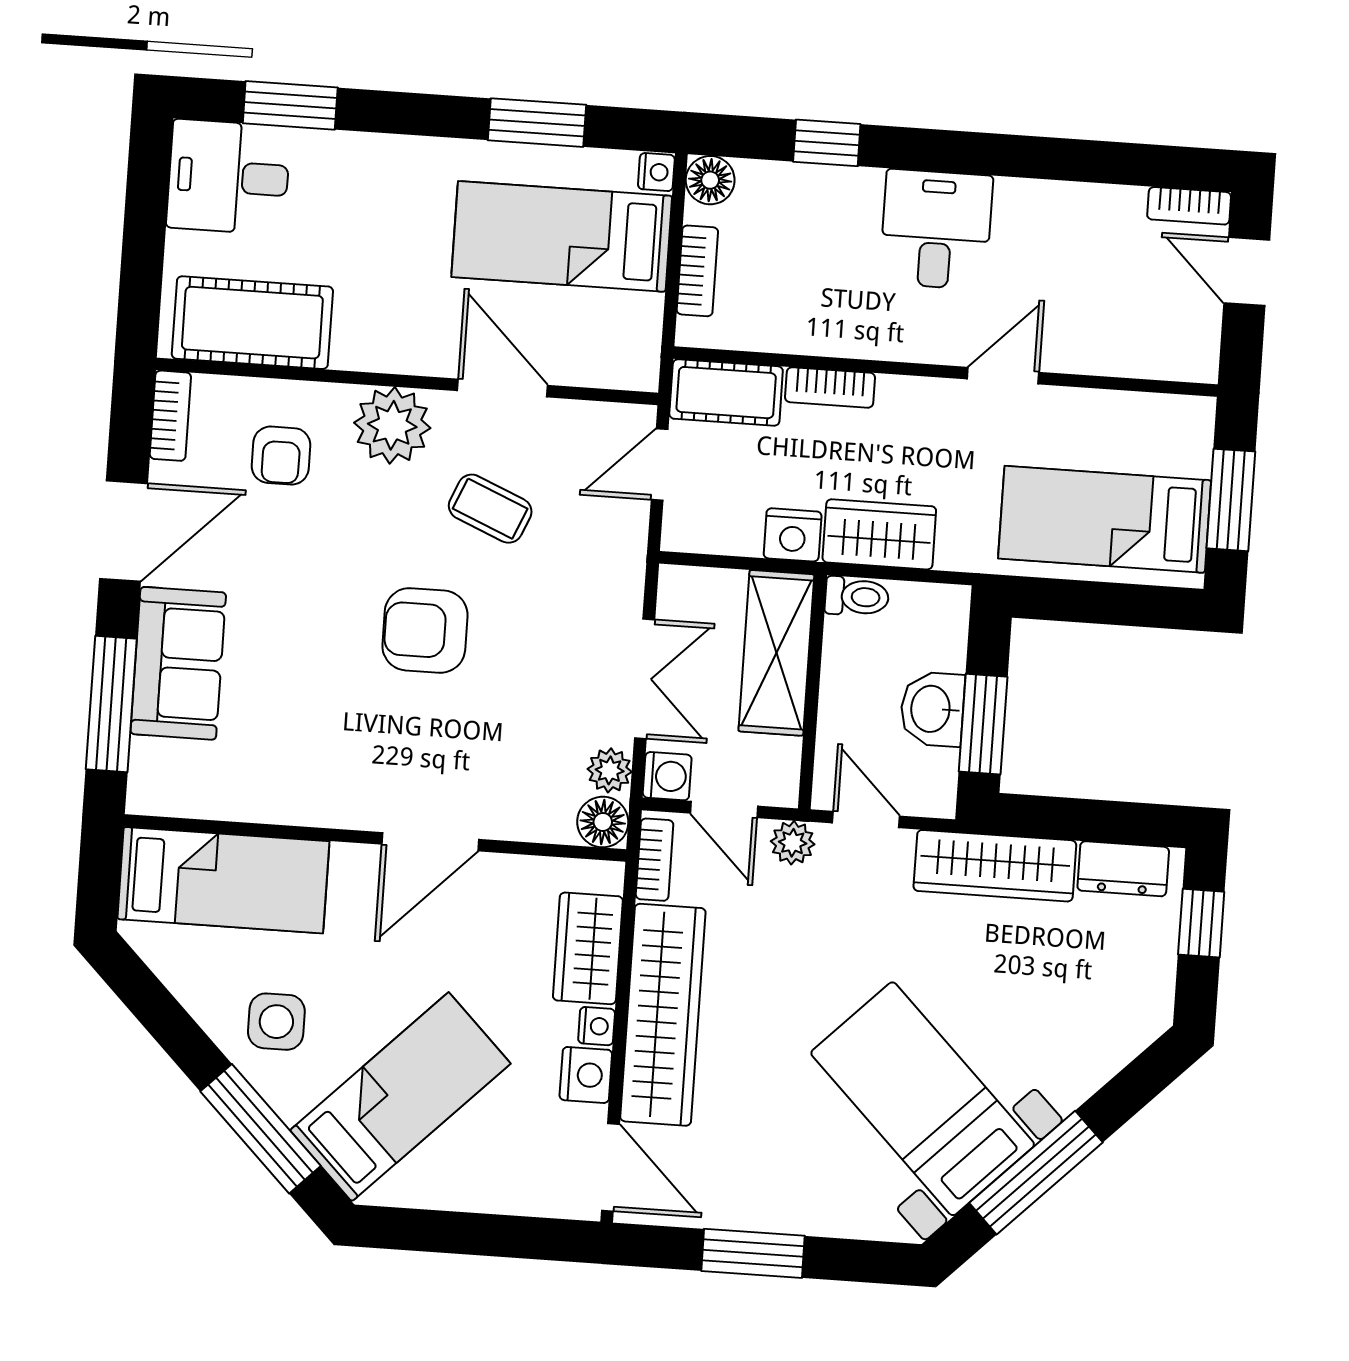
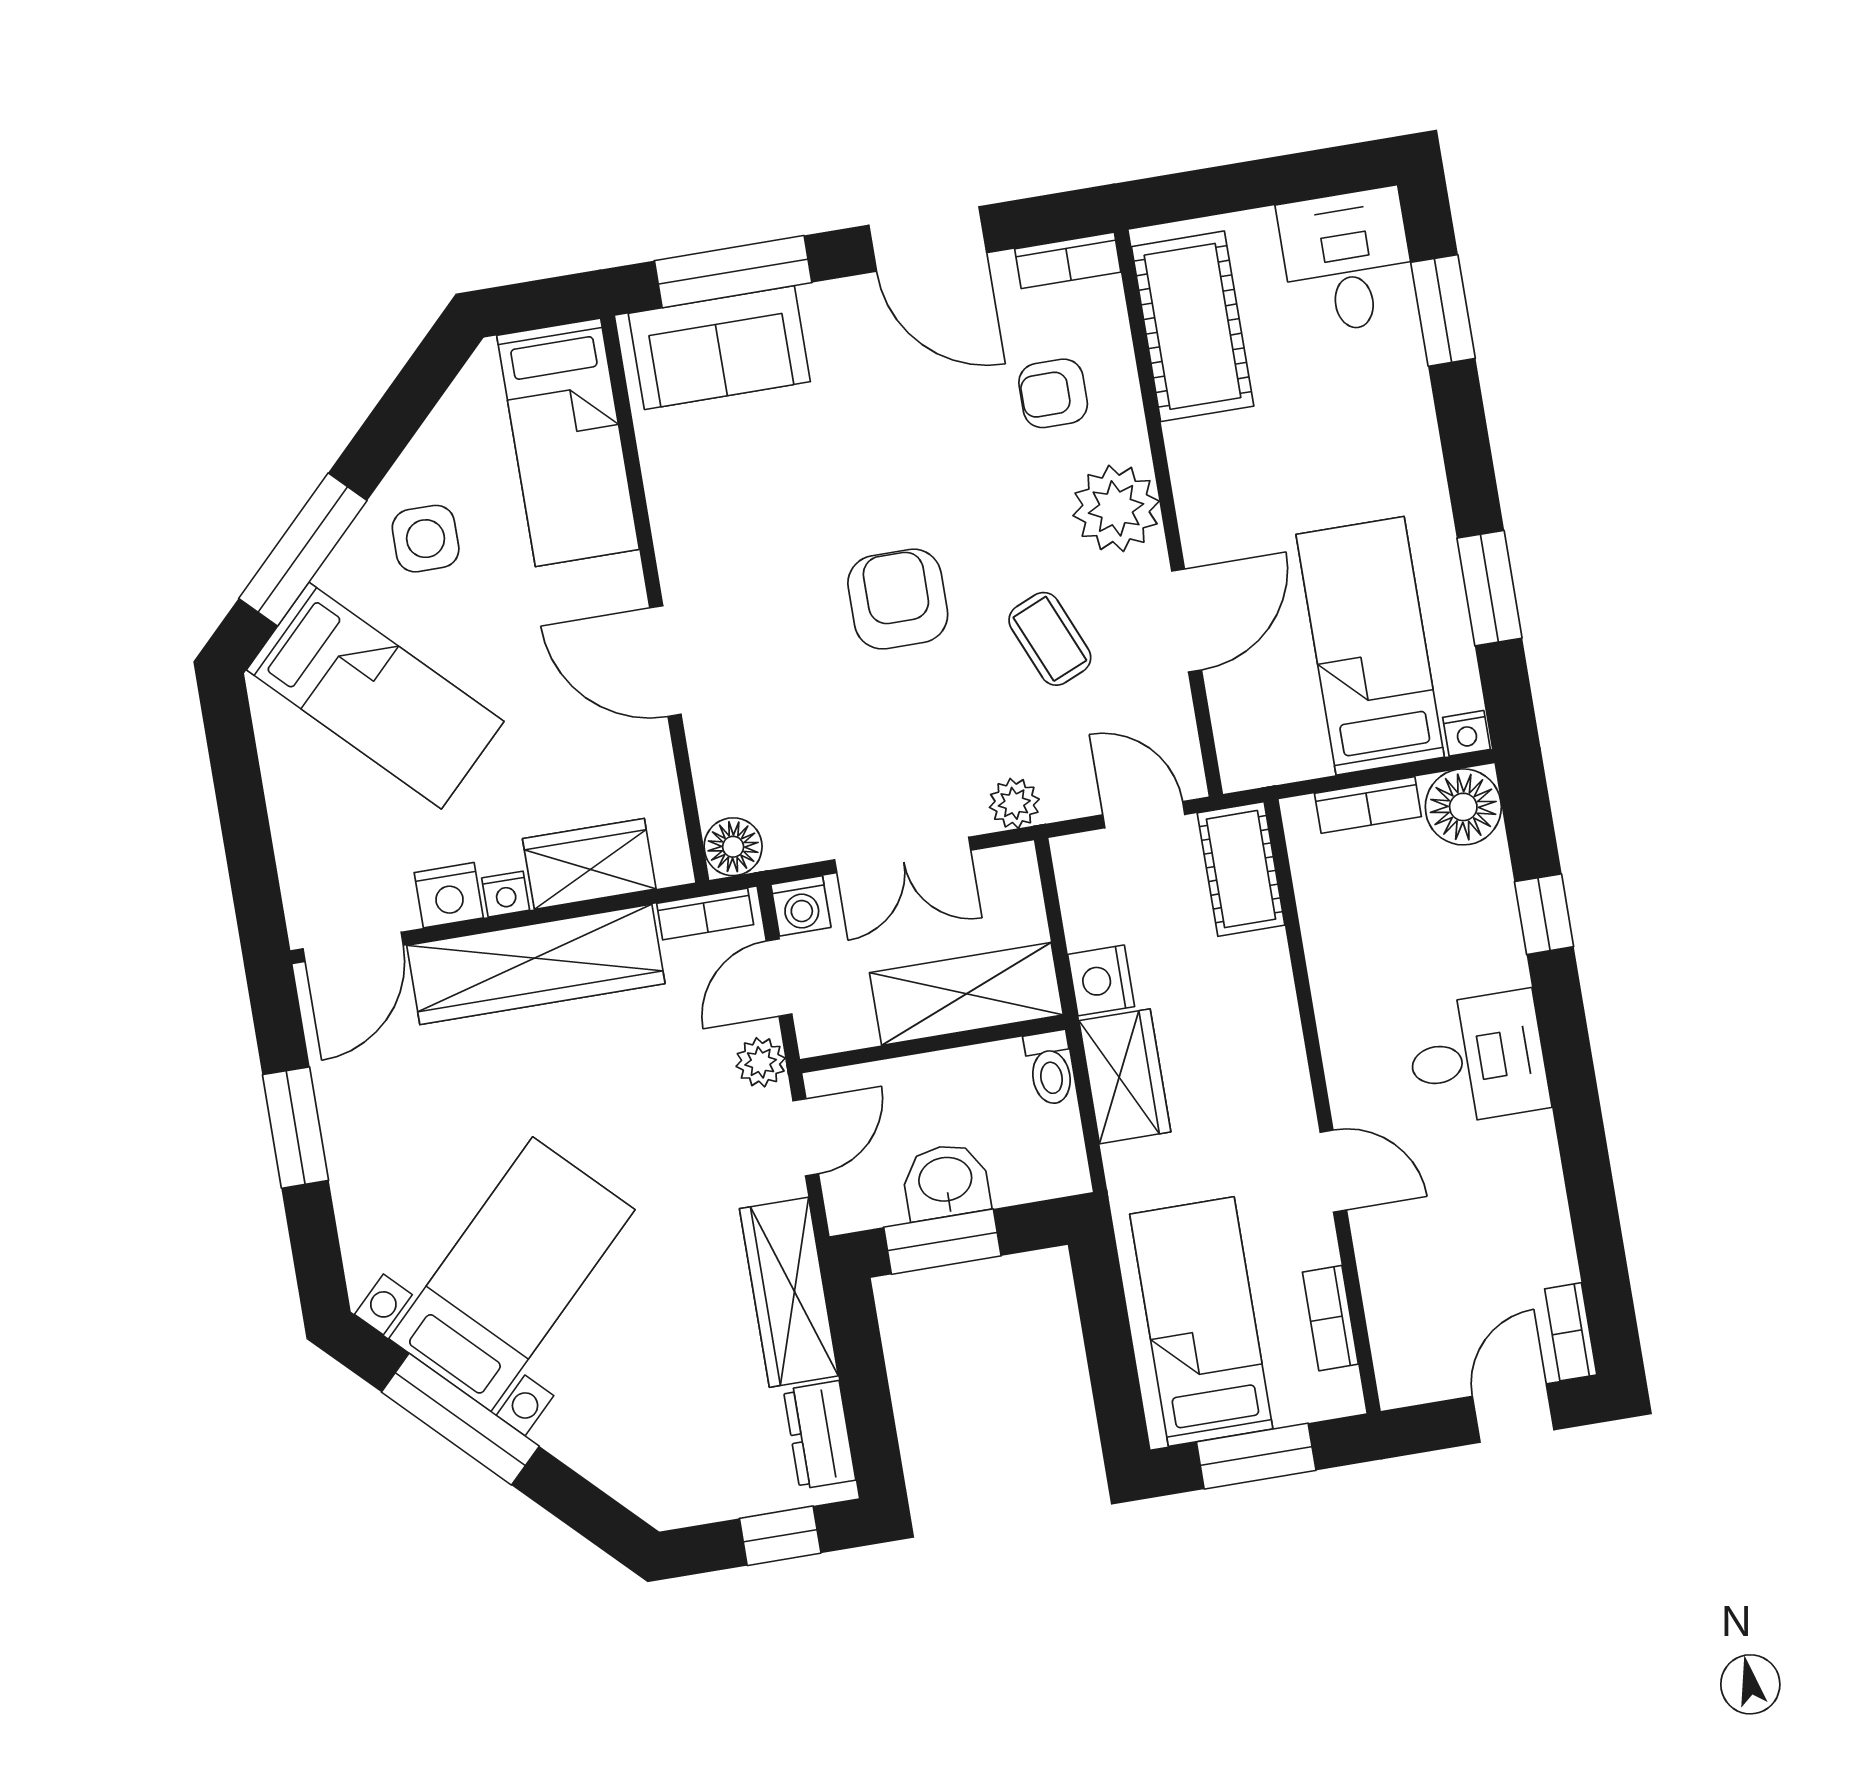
floor lamp: (710, 180) -> (1463, 807), width x1.38, depth x1.38
bookcase: (830, 387) -> (1330, 1318), moved
coffee table: (490, 509) -> (1050, 639), turned -46
sofa: (178, 663) -> (719, 348), moved
plant: (610, 770) -> (1014, 803), moved

